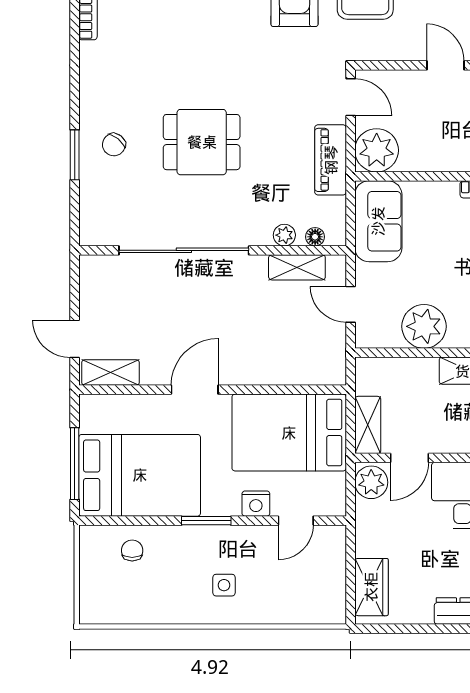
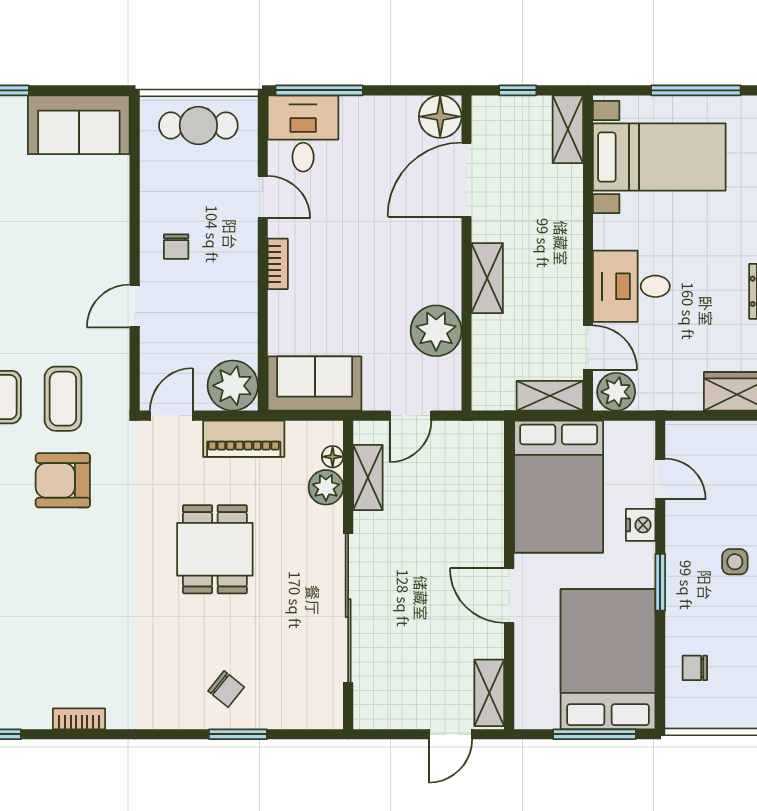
dining table: (202, 142) -> (215, 549), moved
plant: (284, 235) -> (326, 487), width x1.38, depth x1.38

